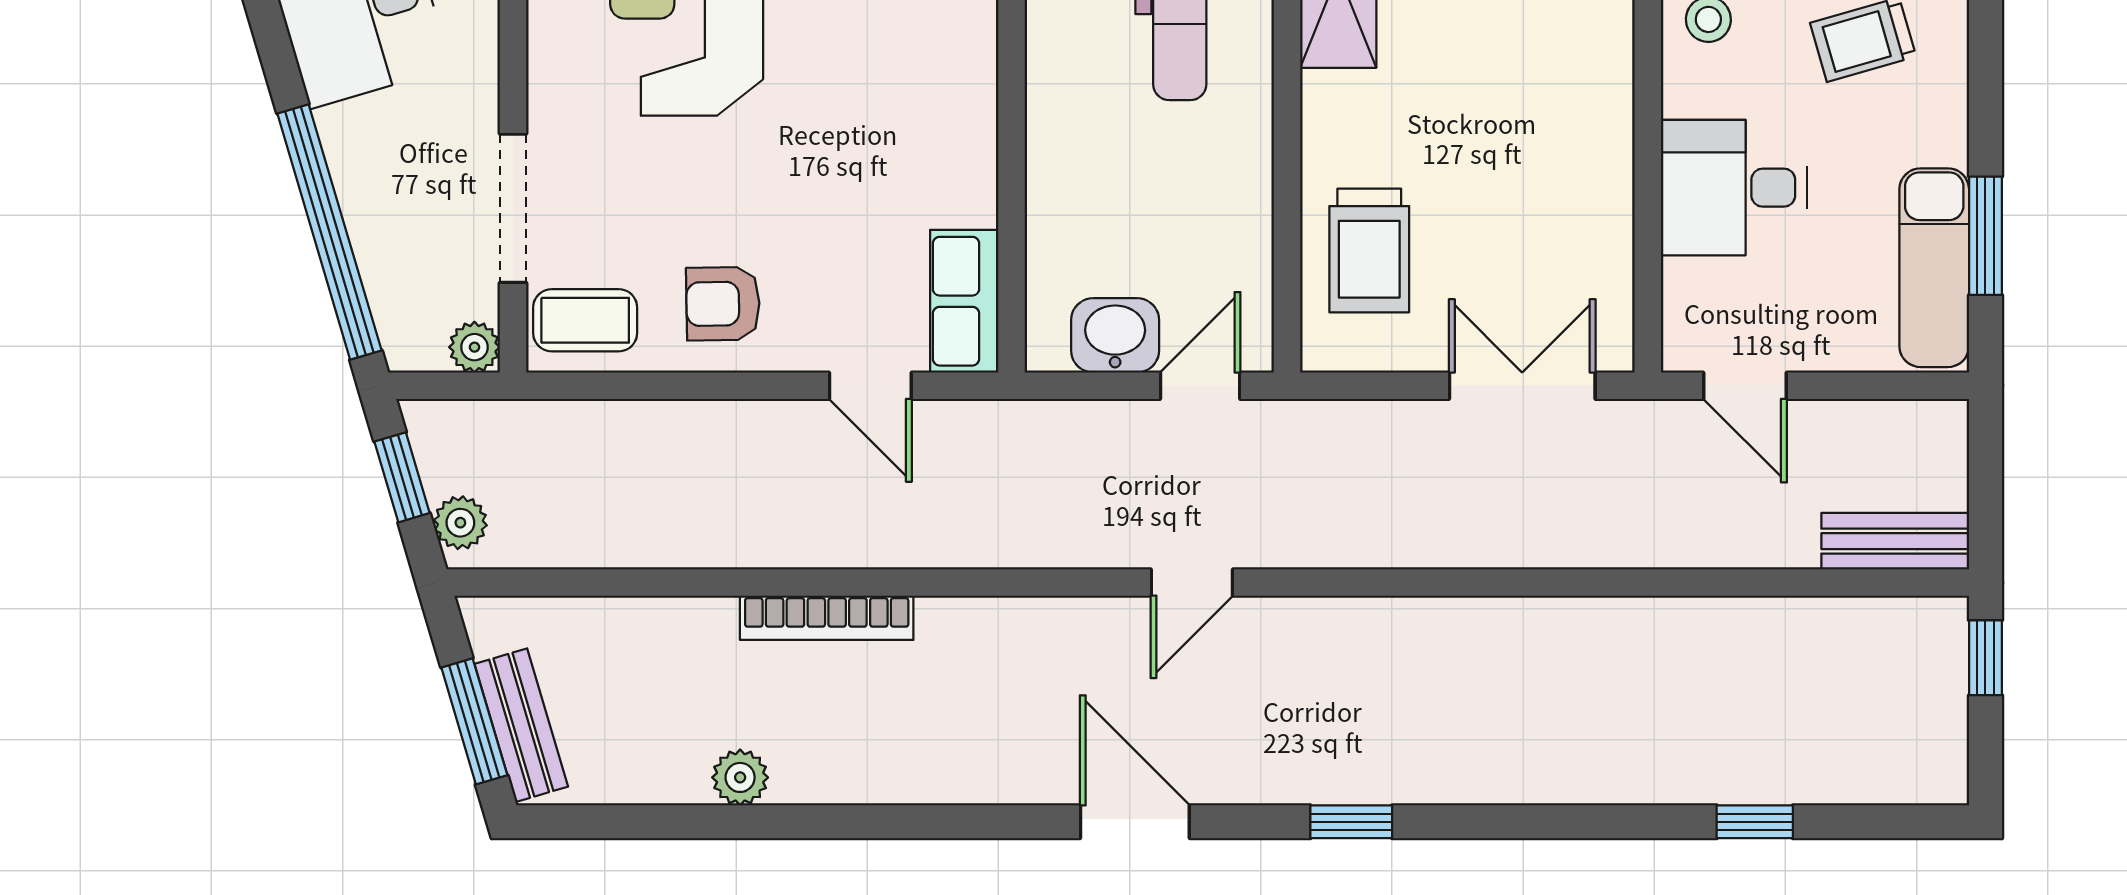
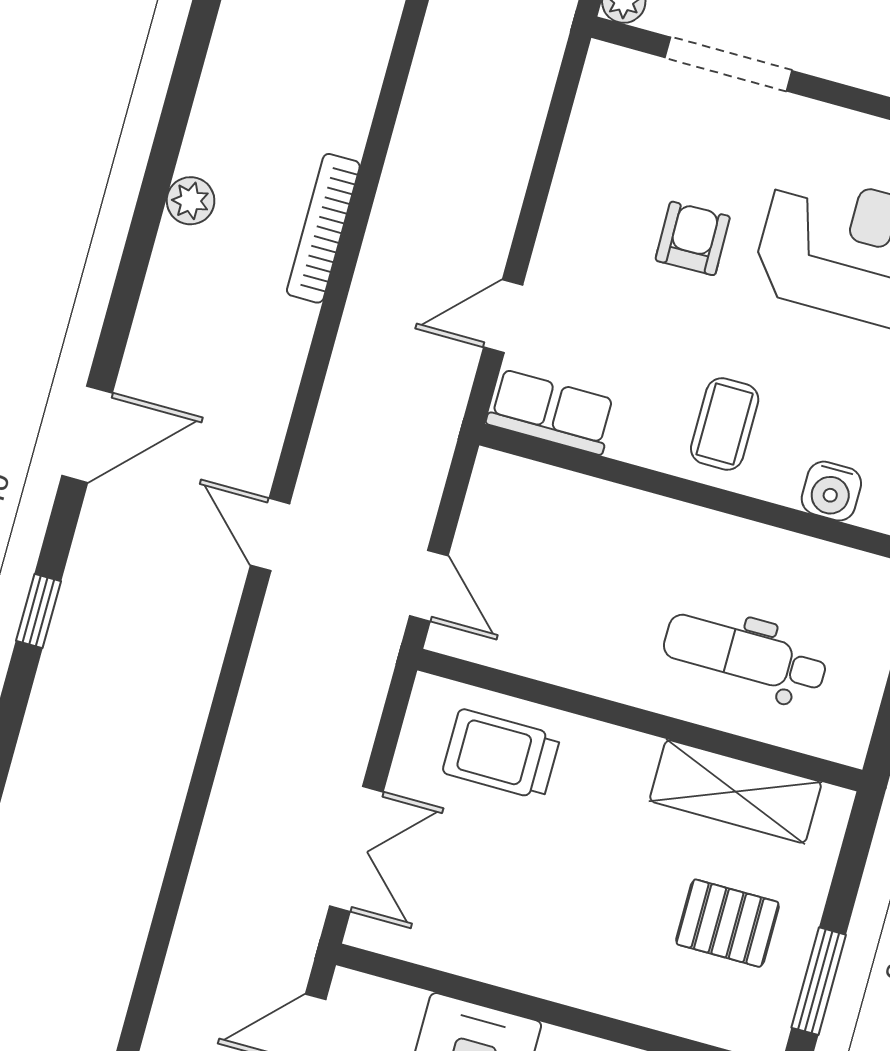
armchair: (723, 304) -> (693, 238), moved
coffee table: (585, 320) -> (725, 424), moved
washbasin: (1115, 335) -> (489, 528), removed
plant: (740, 777) -> (191, 201), moved

